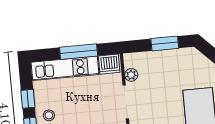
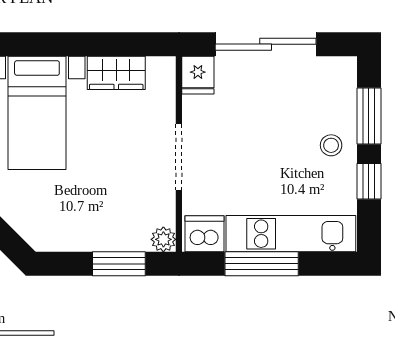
window: (165, 43) -> (119, 264), moved
plant: (131, 75) -> (163, 239), moved

